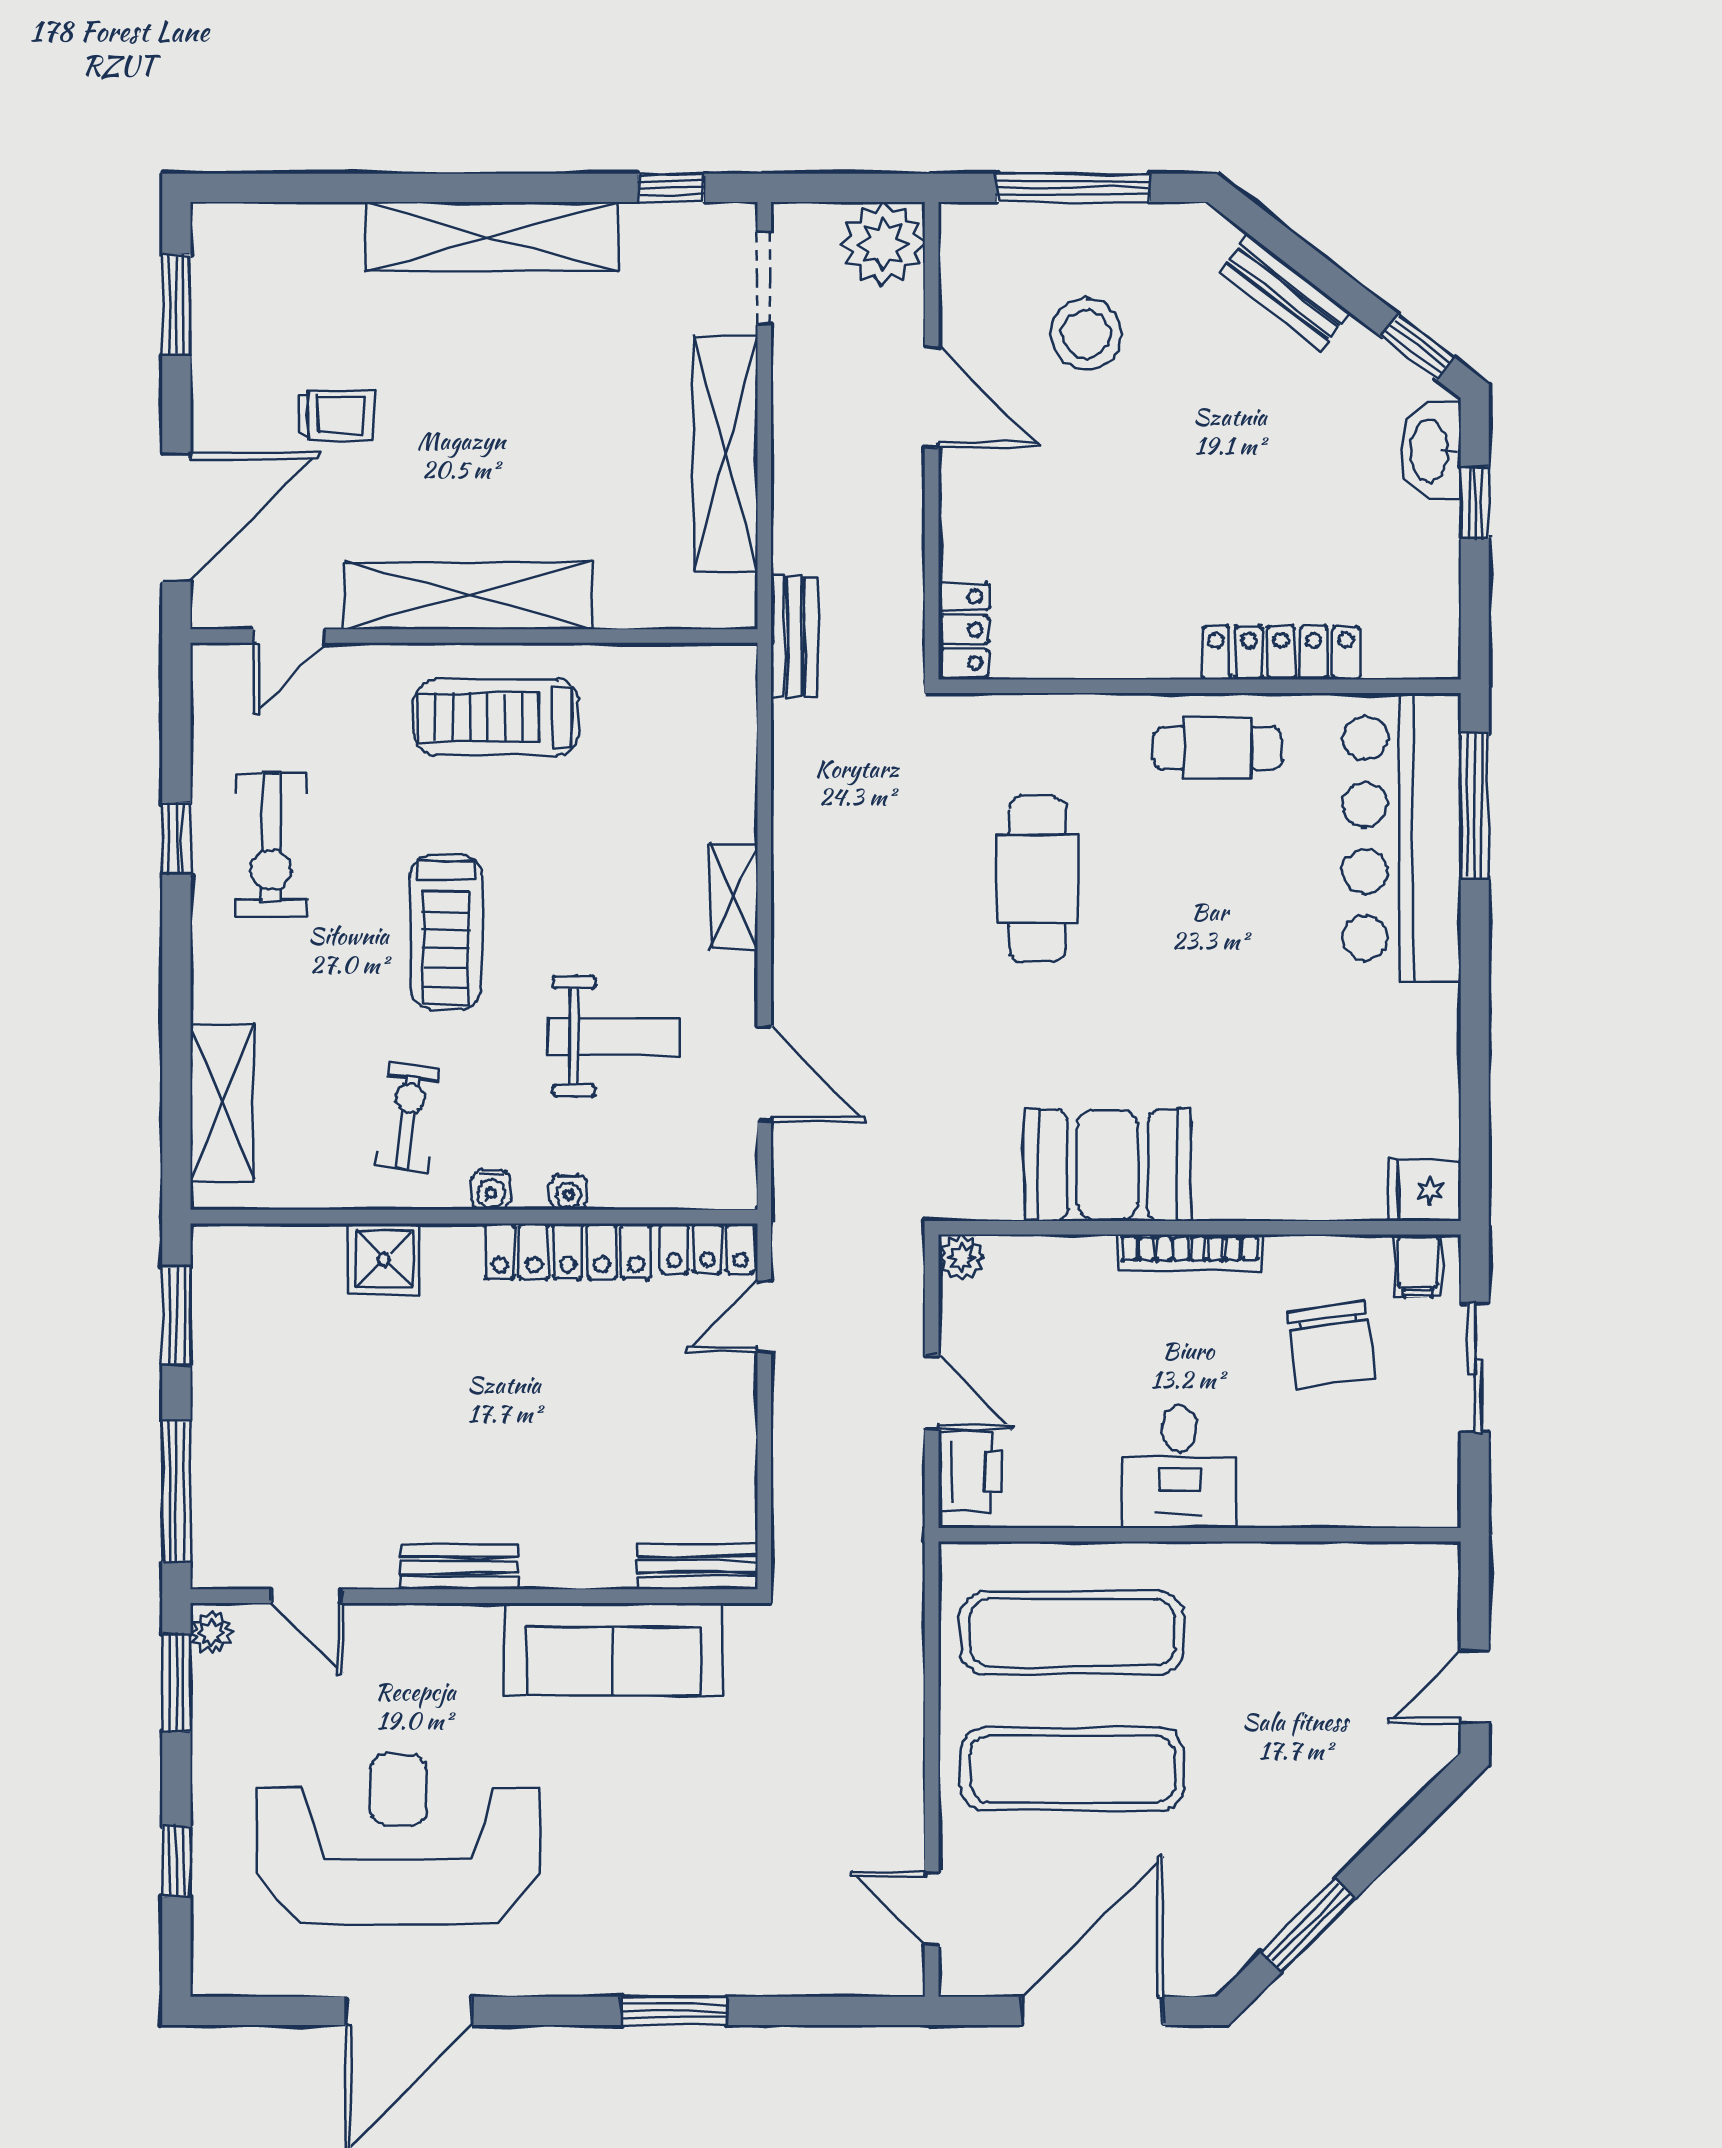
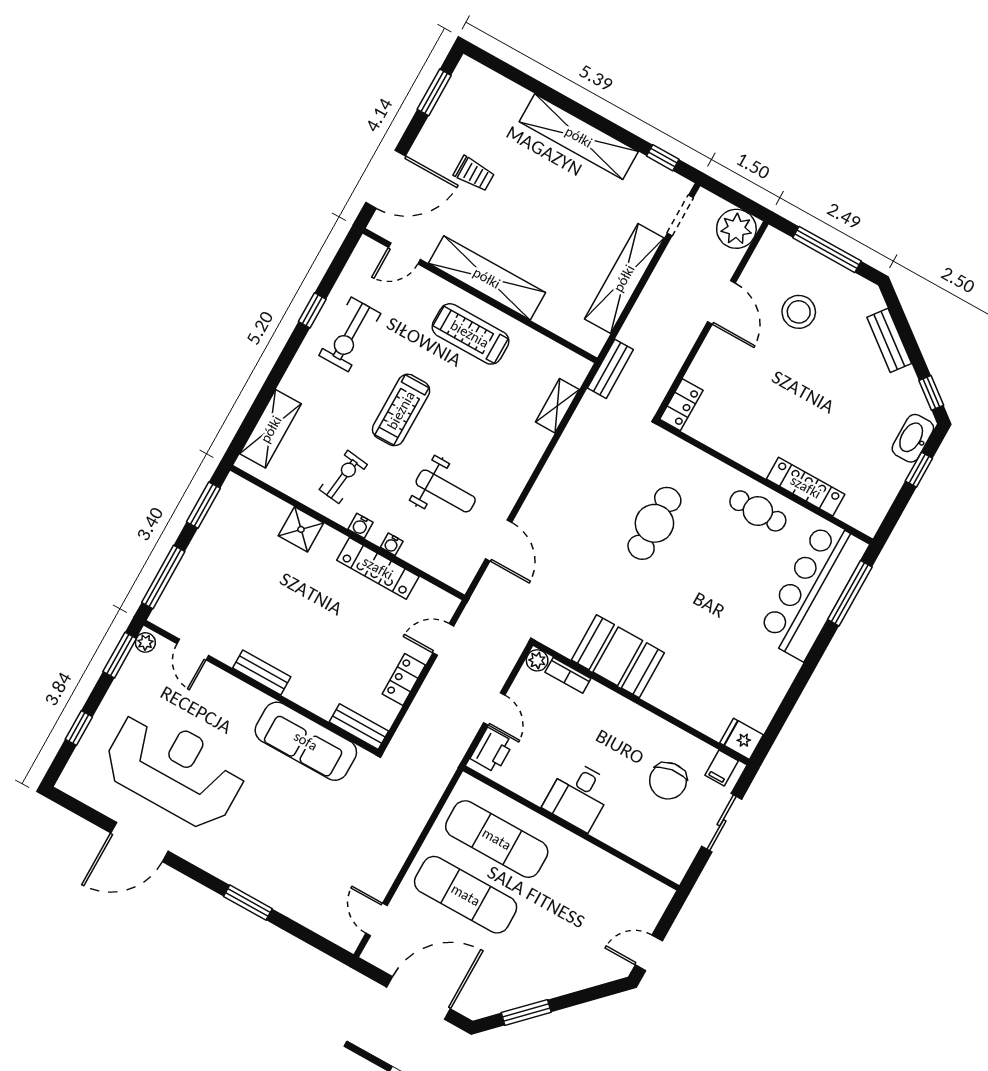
shelving: (733, 896) -> (557, 406), moved
locker: (707, 1248) -> (404, 679), moved, turned 90
bookcase: (1190, 1253) -> (568, 675), moved, width x0.64

